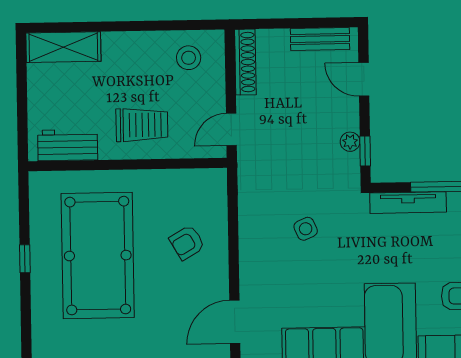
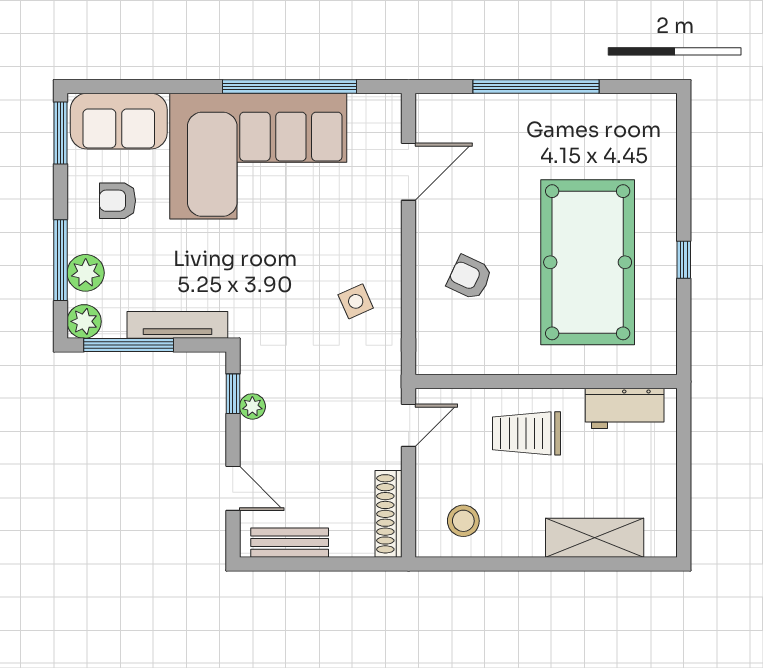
shelving: (63, 47) -> (595, 538), moved
side table: (306, 229) -> (356, 301), moved
armchair: (187, 242) -> (470, 277), turned -125

